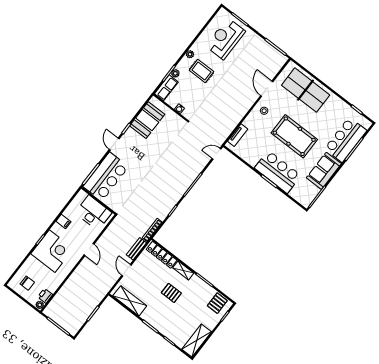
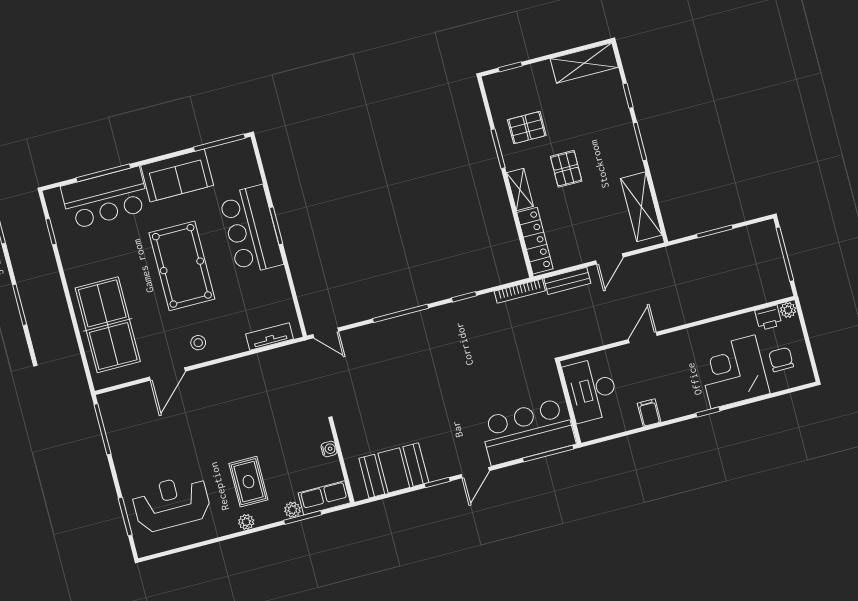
reception desk: (225, 39) -> (171, 503), turned 180
corner desk: (52, 251) -> (733, 372), moved
pallet: (217, 303) -> (527, 128), moved

